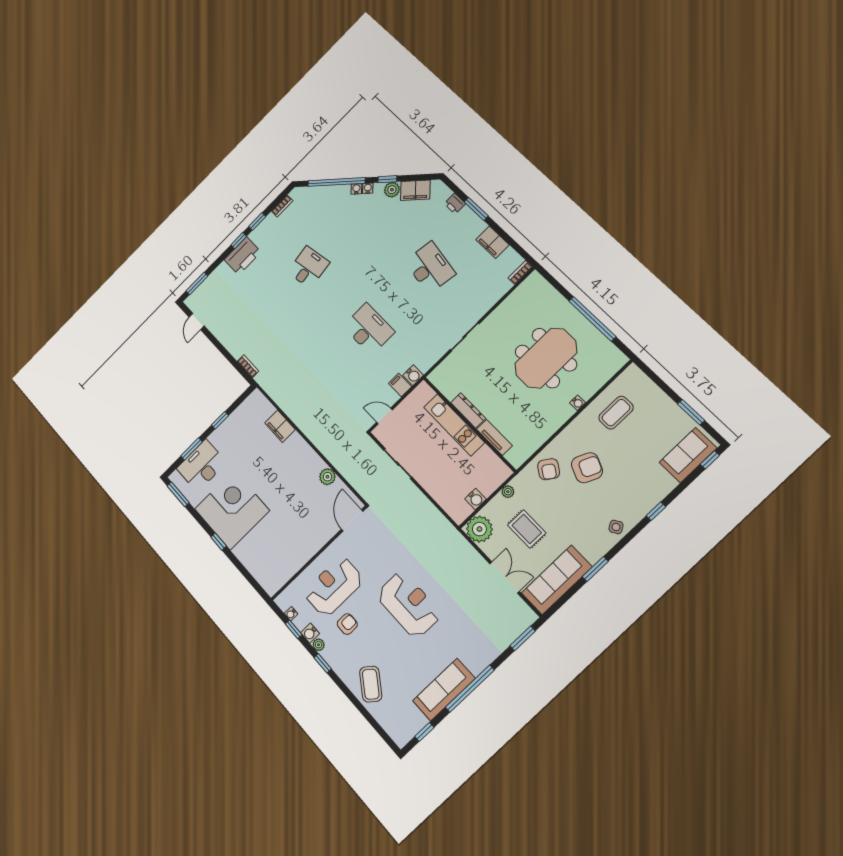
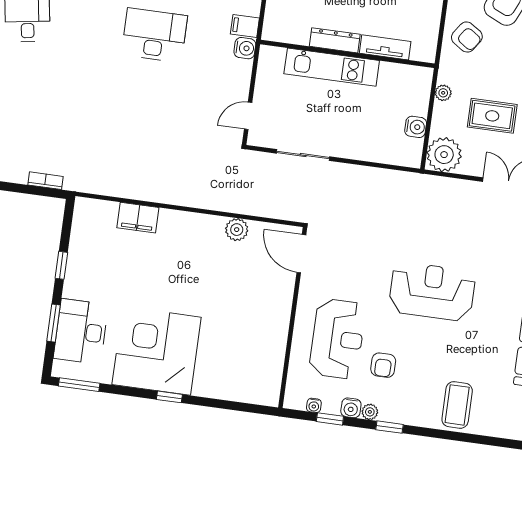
filing cabinet: (400, 385) -> (245, 26), moved
reception desk: (334, 587) -> (337, 339), turned 180
armchair: (347, 624) -> (383, 365), turned 180
coffee table: (371, 684) -> (457, 405), turned 54

